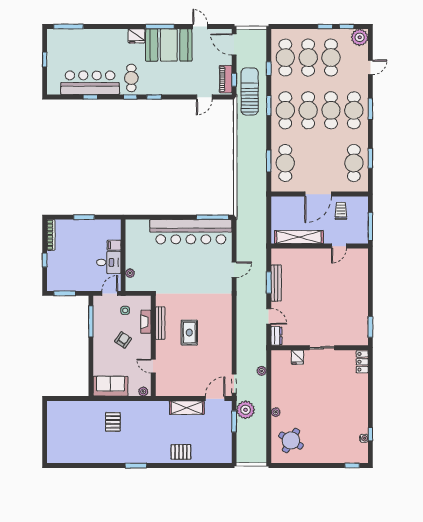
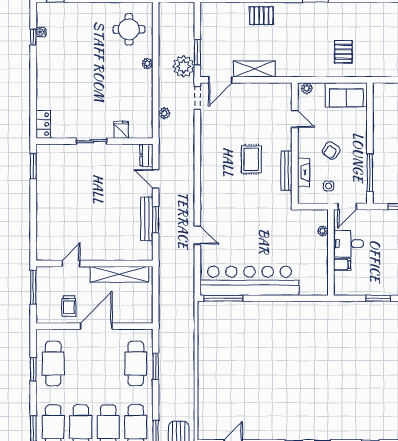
door: (234, 270) -> (197, 235), swing flipped
round table: (291, 441) -> (129, 29), turned -30

